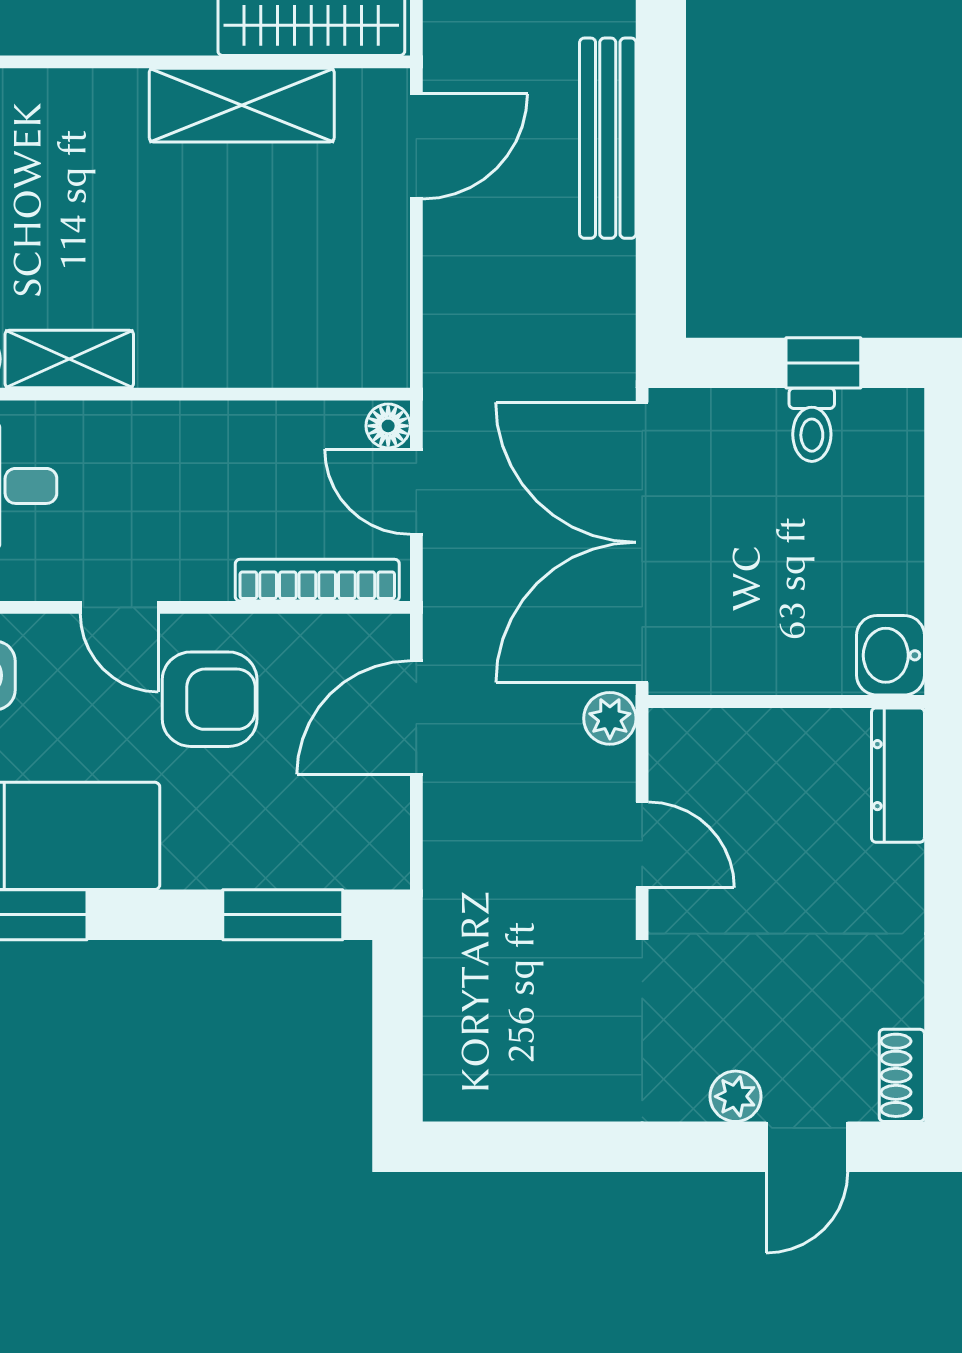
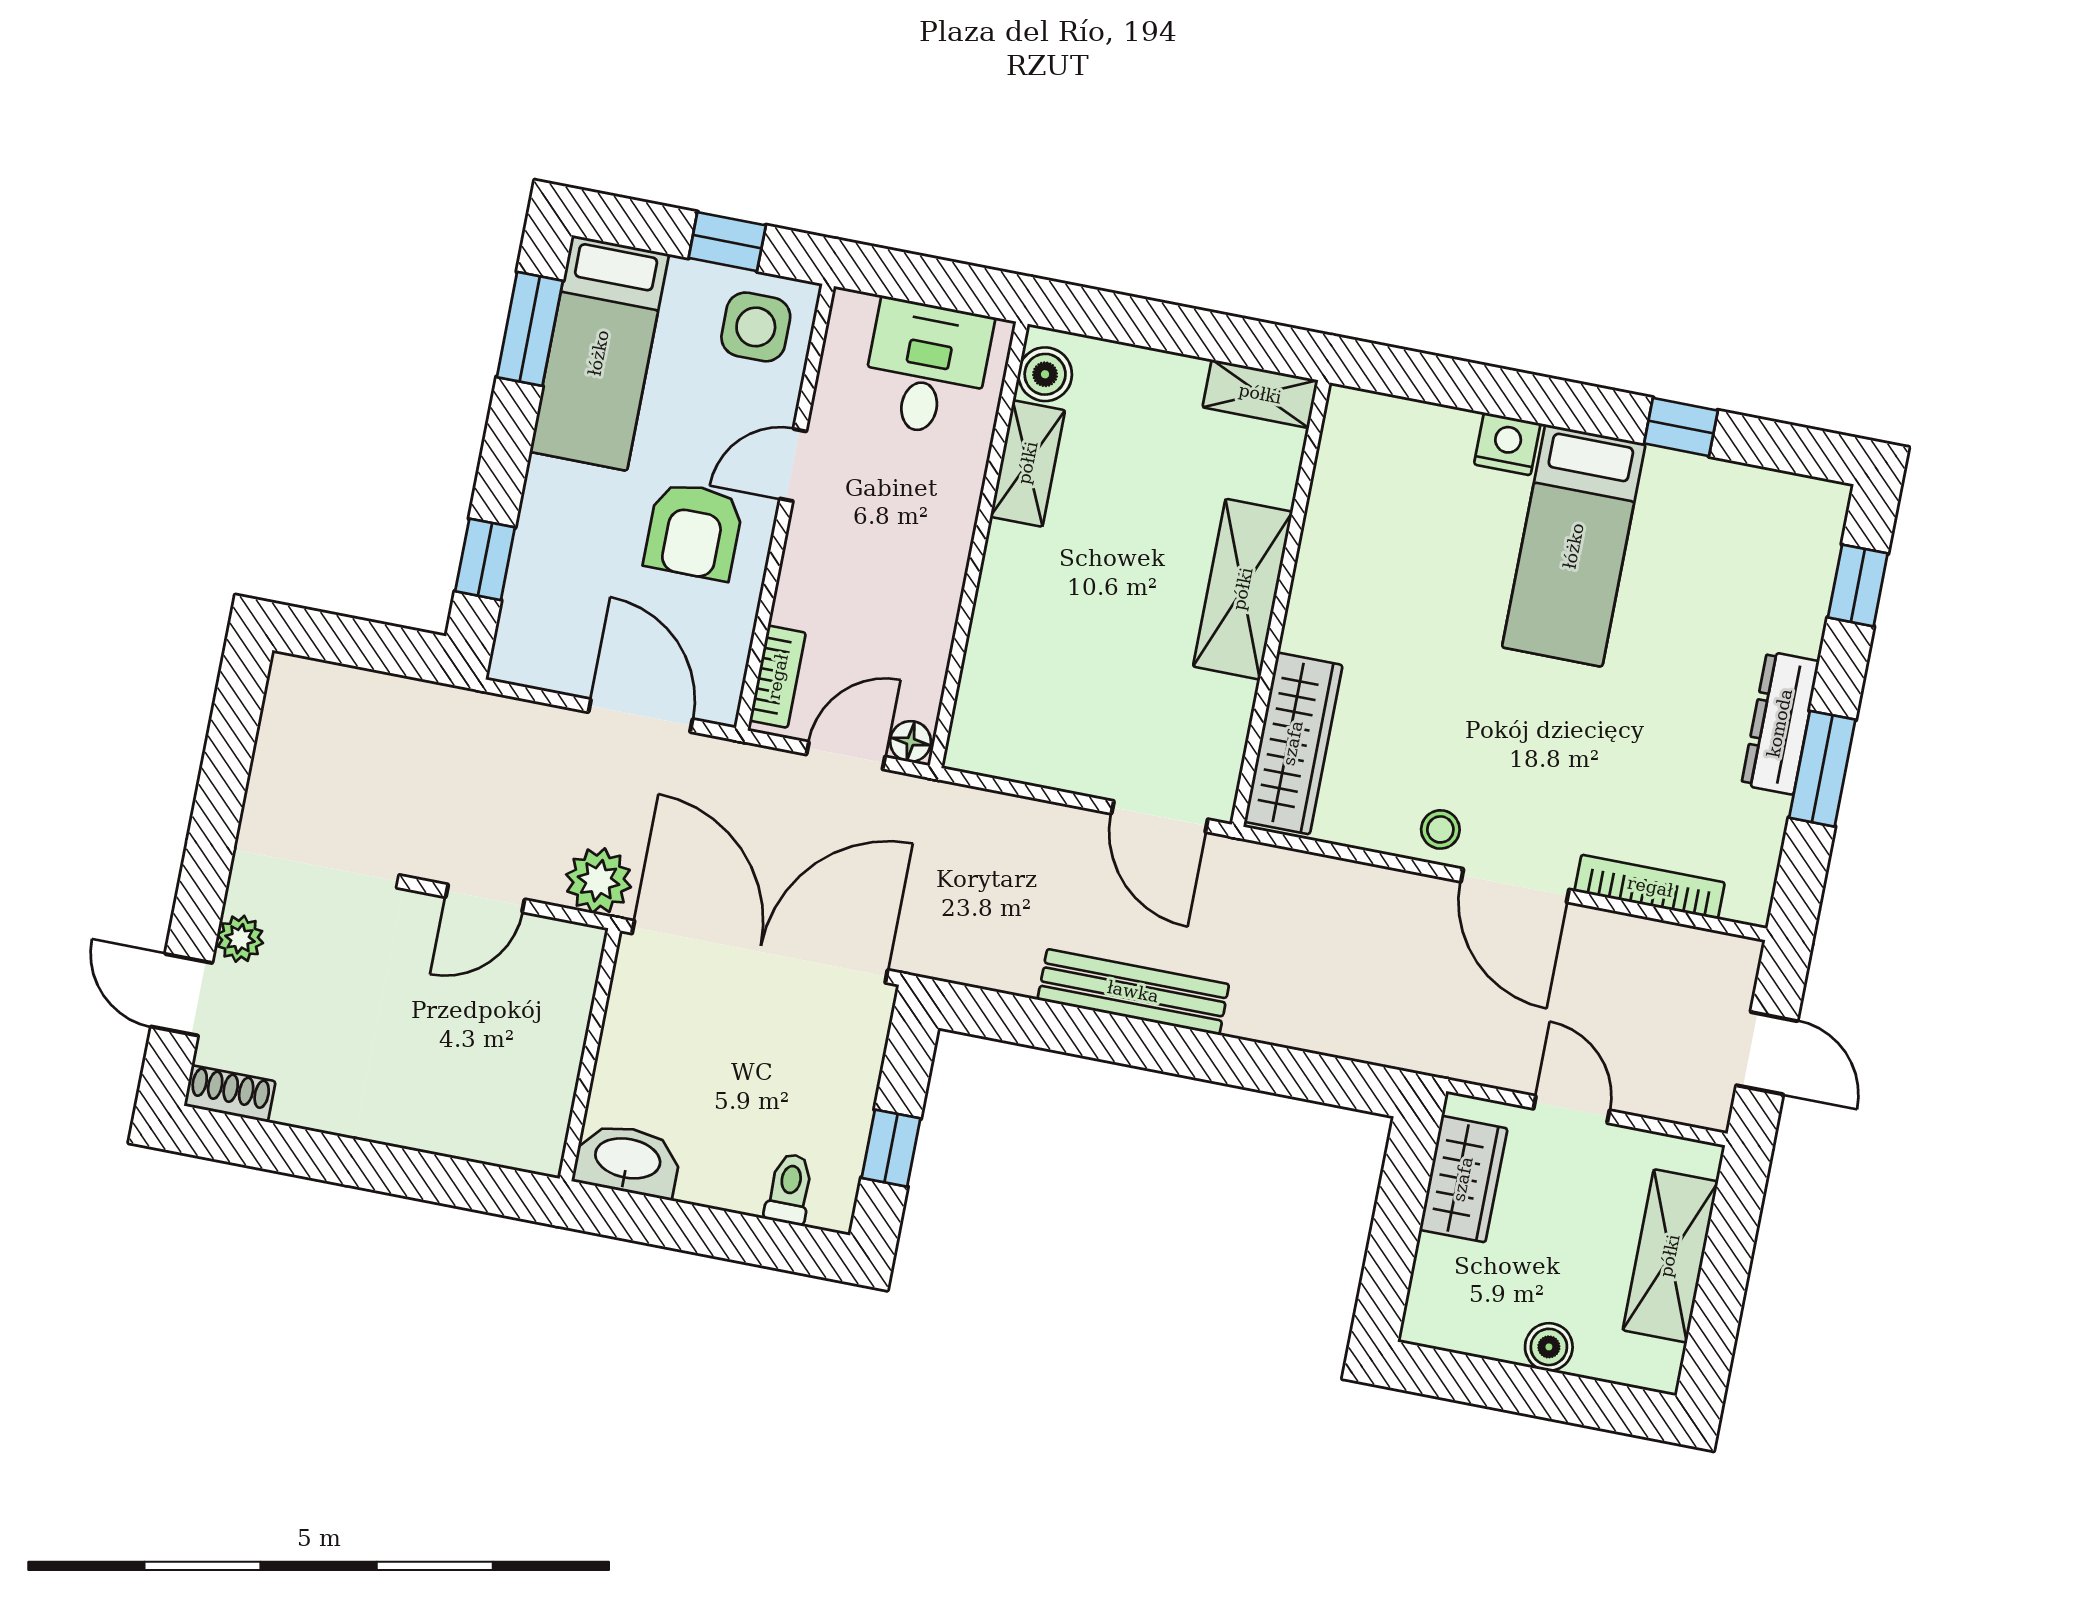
shelving: (242, 105) -> (1243, 589), moved
toilet: (812, 425) -> (789, 1189), moved, turned 90
bookcase: (317, 580) -> (778, 677), width x0.64
washbasin: (890, 655) -> (627, 1160), width x1.38
plant: (610, 718) -> (599, 881), width x1.38, depth x1.38
dresser: (898, 775) -> (503, 1143), removed
window: (283, 915) -> (485, 559), width x0.67

